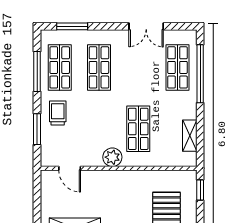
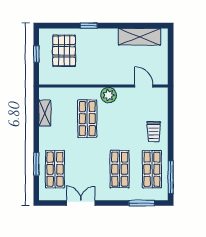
window: (37, 72) -> (171, 177), moved
window: (200, 74) -> (36, 164), width x0.47
window: (37, 129) -> (171, 118), removed
window: (200, 190) -> (36, 54), moved

